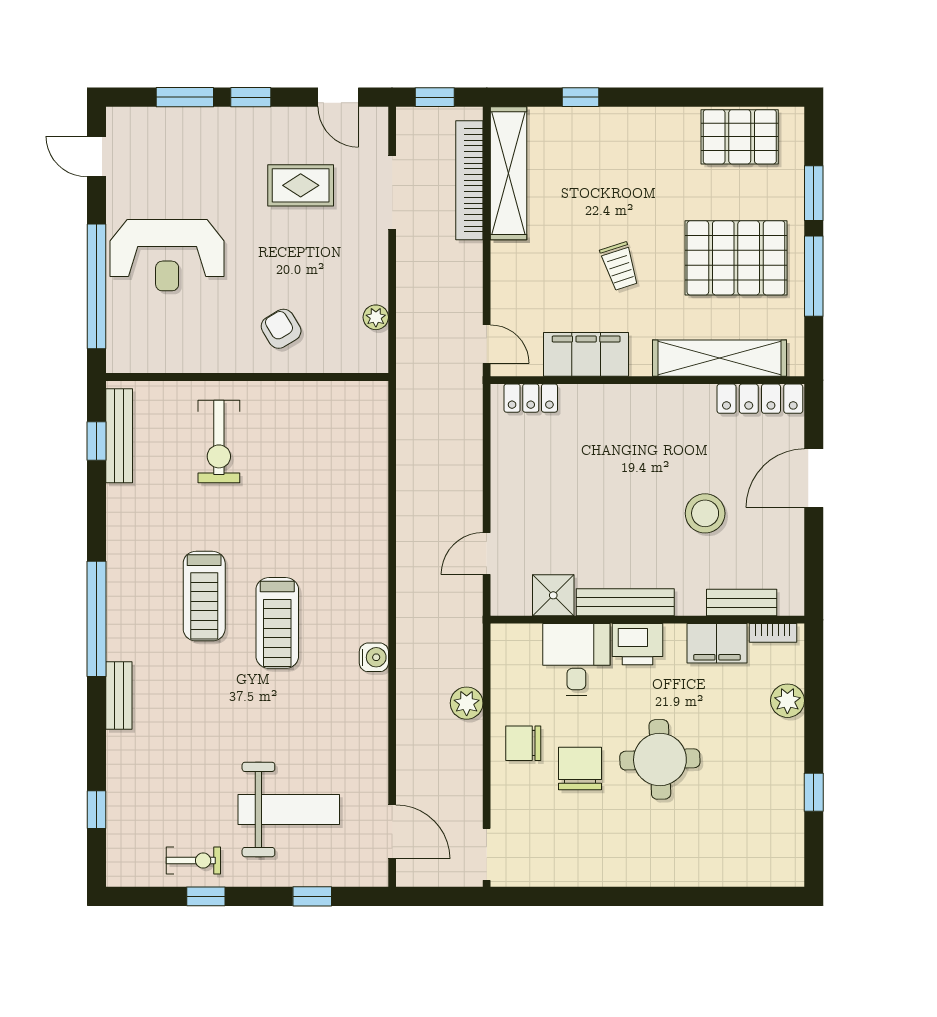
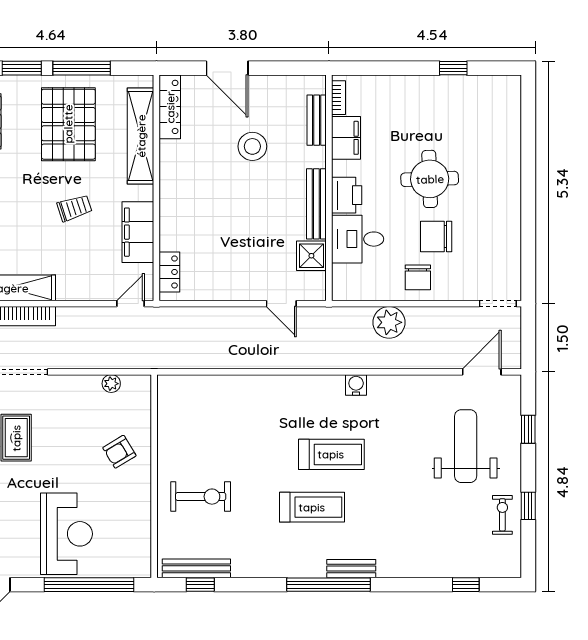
bench: (119, 696) -> (351, 569), moved
plant: (787, 701) -> (387, 87), removed
plant: (467, 703) -> (389, 322), width x1.36, depth x1.36

